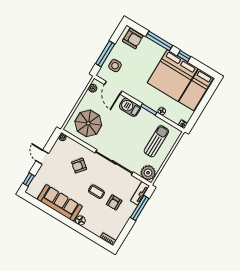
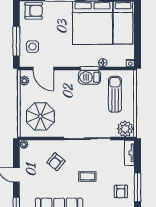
barbecue: (130, 107) -> (90, 77), moved
armchair: (114, 203) -> (121, 191), moved
window: (140, 208) -> (138, 187), moved

